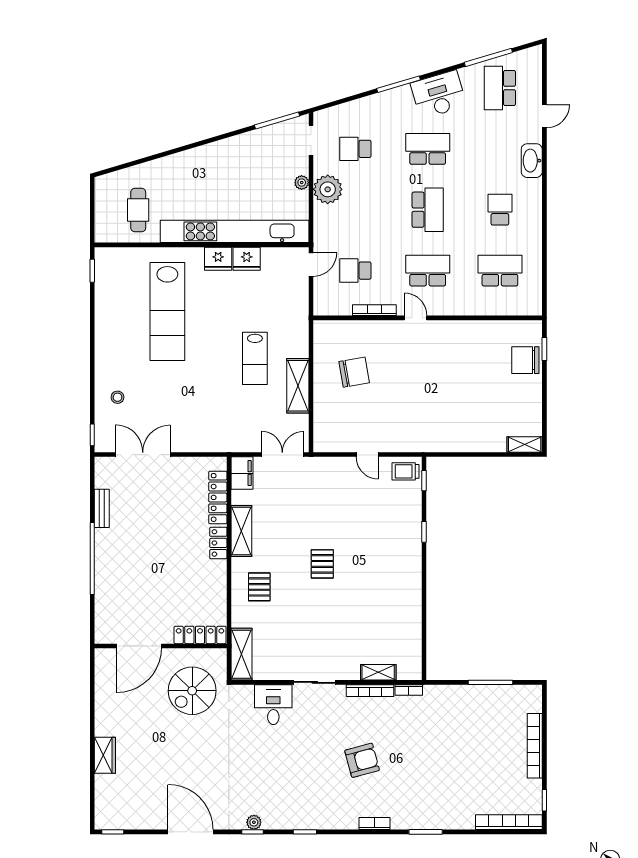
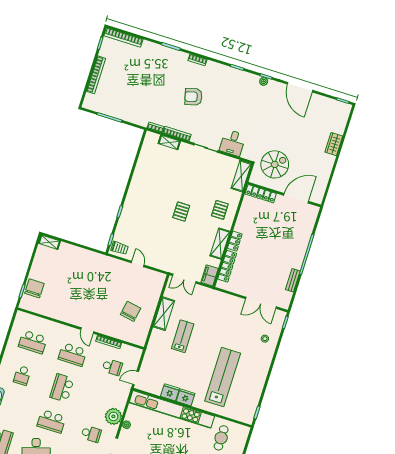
chair: (525, 360) -> (34, 288), turned -90
chair: (354, 372) -> (131, 311), turned 110

